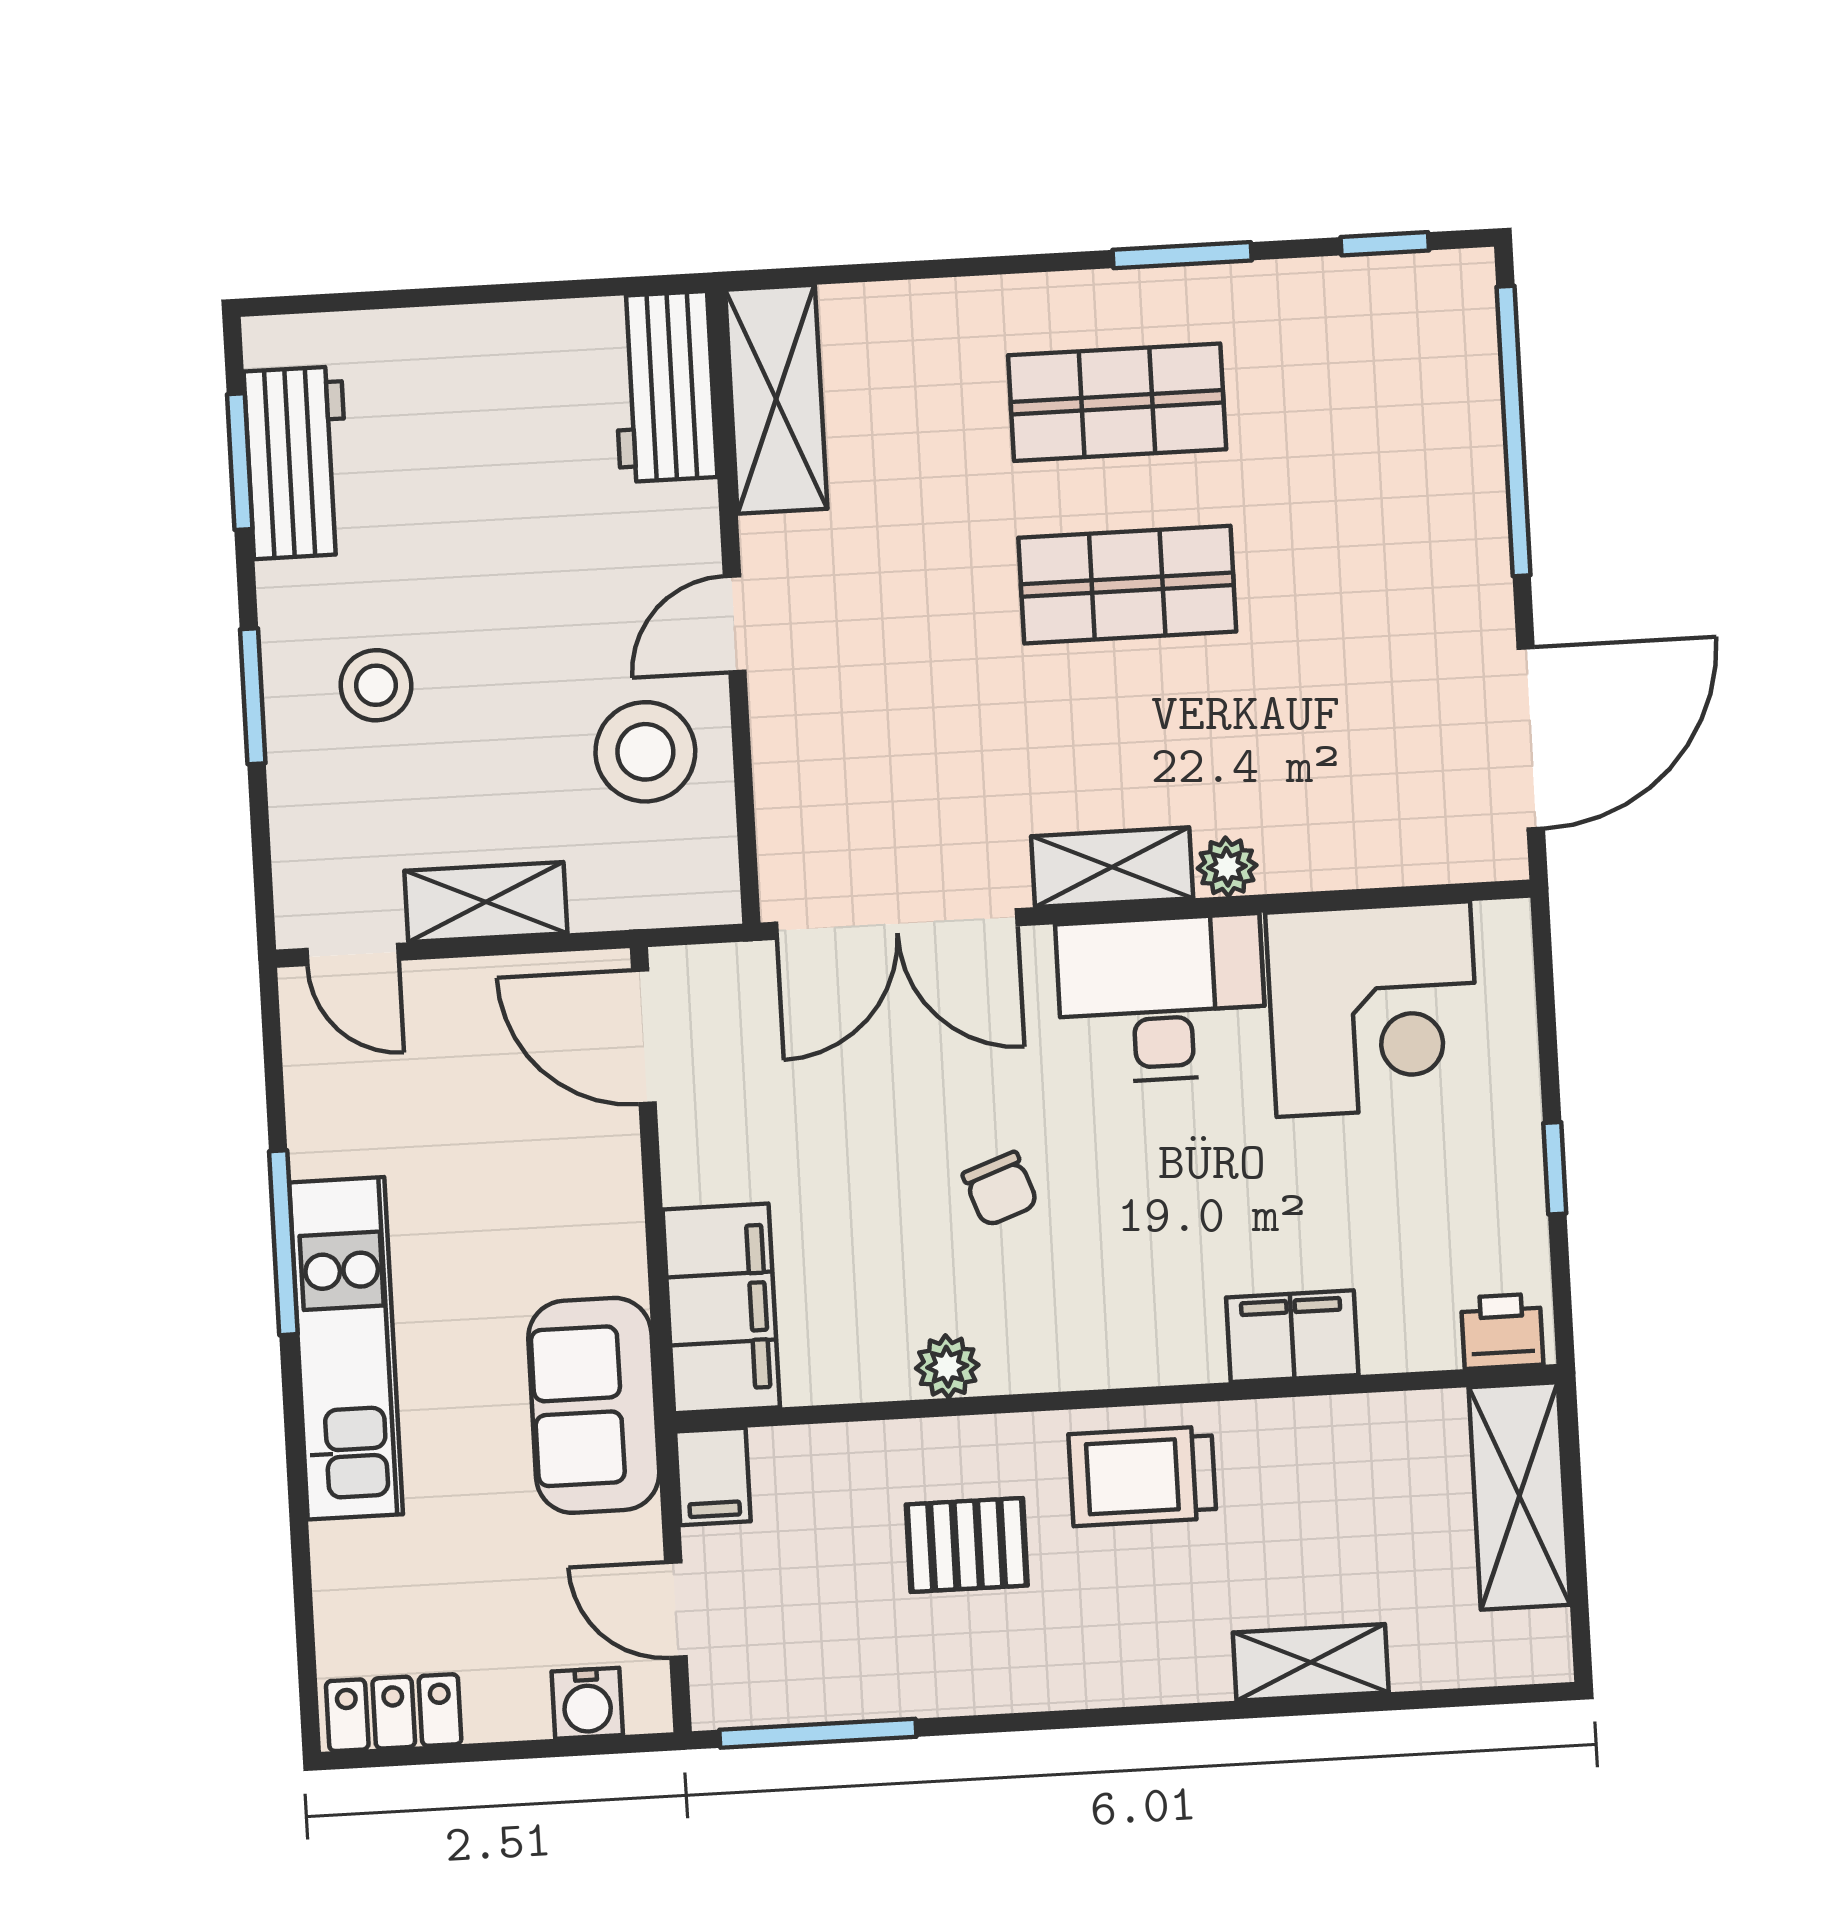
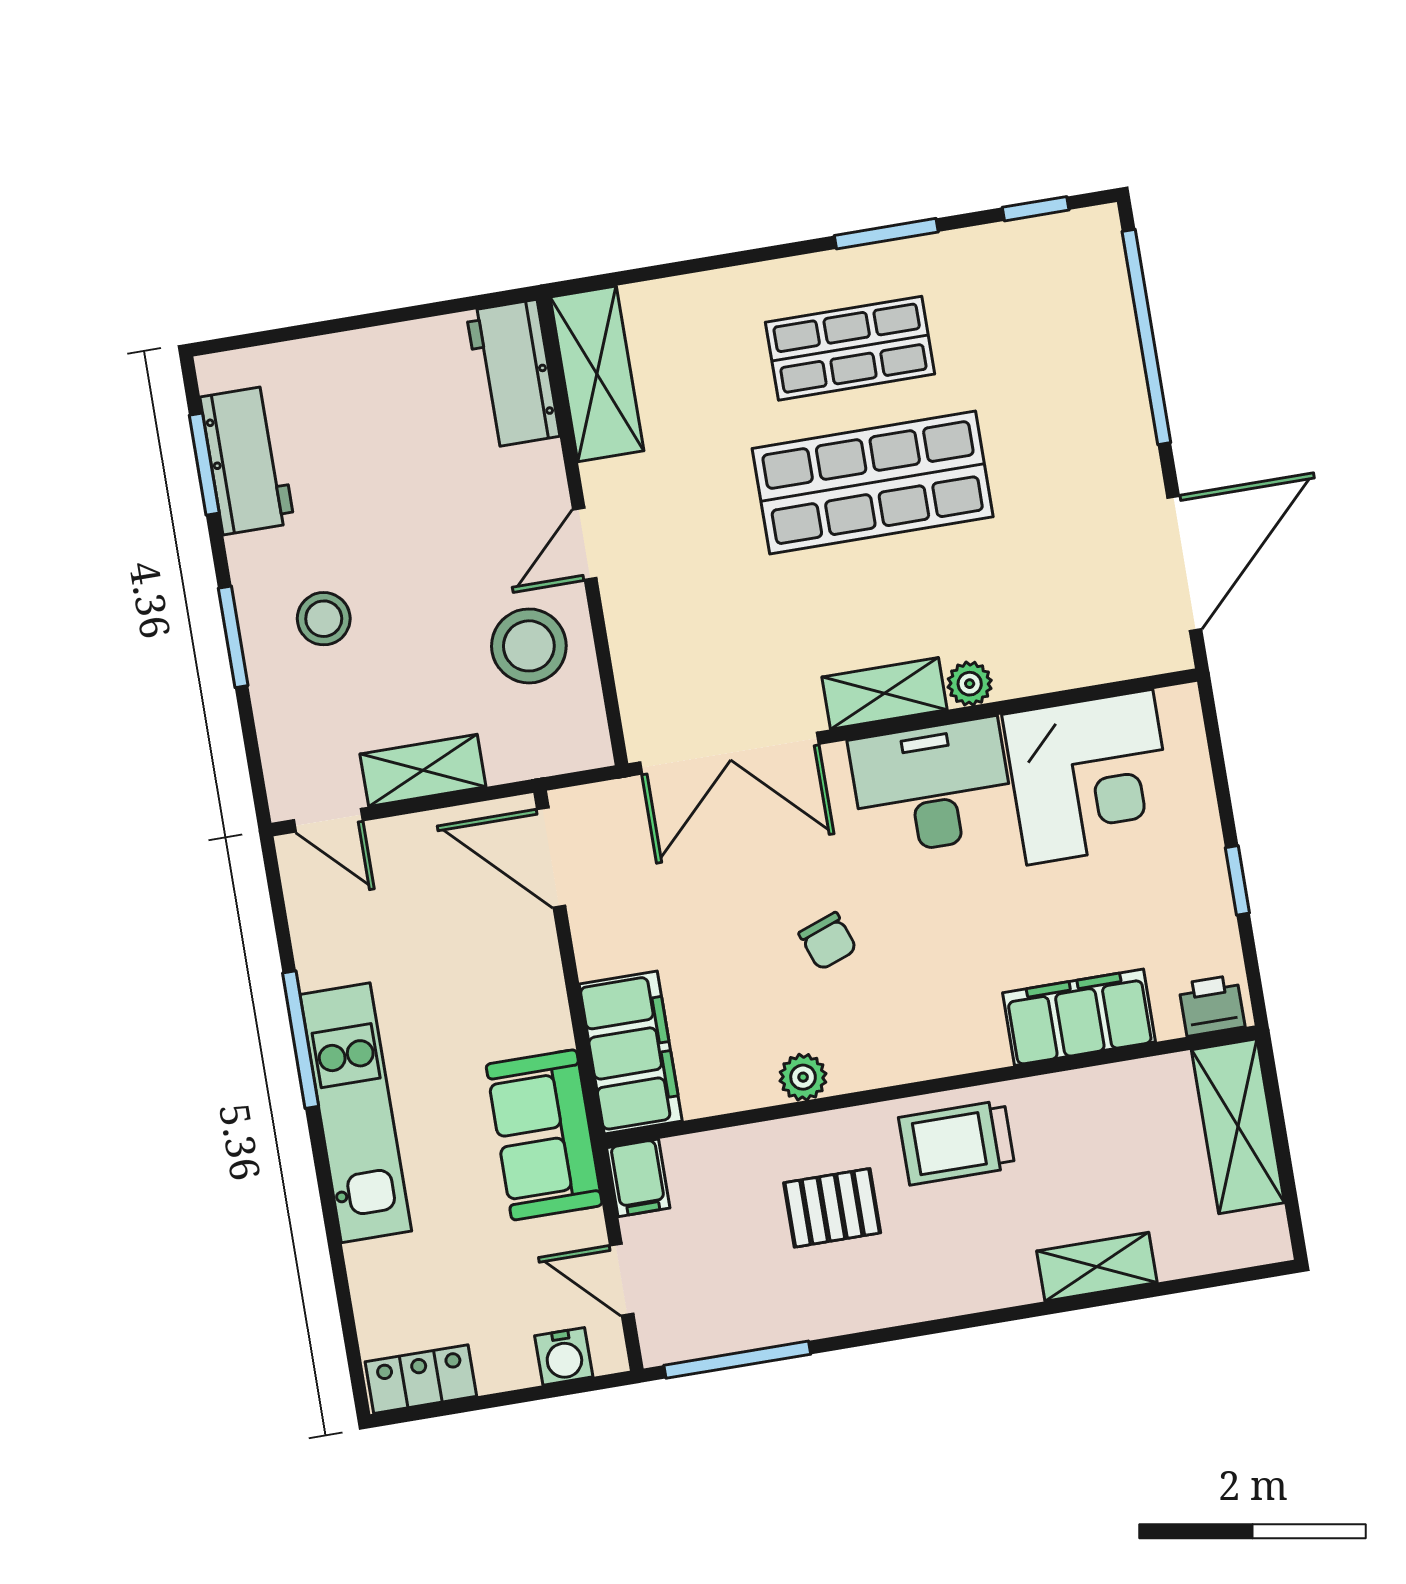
shop shelf: (1127, 585) -> (873, 483), width x1.43, depth x1.36
filing cabinet: (1292, 1336) -> (1079, 1017), width x1.50, depth x1.17

